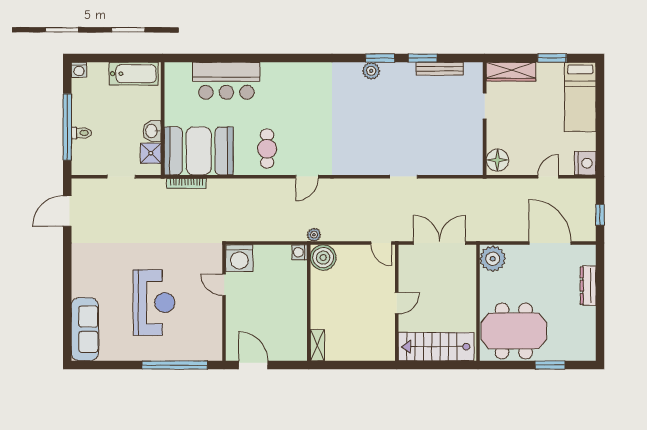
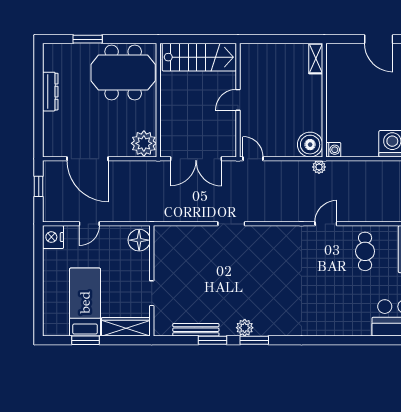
plant: (371, 71) -> (245, 328), moved
bed: (580, 97) -> (85, 302), moved
dresser: (588, 286) -> (50, 92), moved

